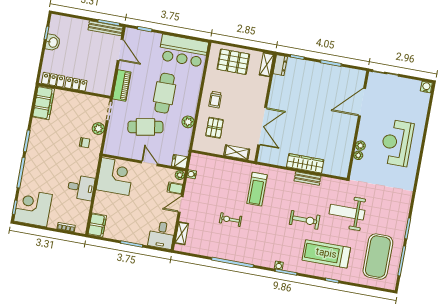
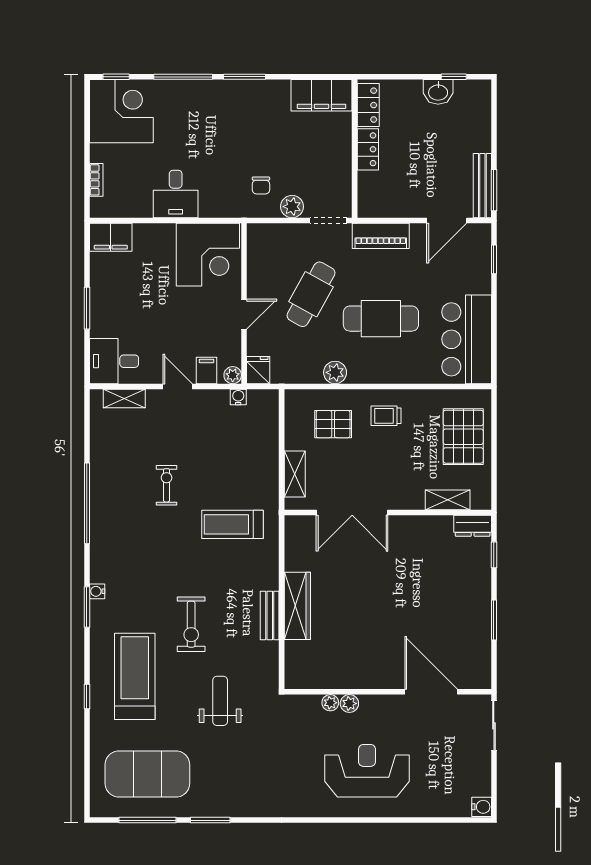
shelving: (267, 65) -> (448, 500), moved
cafe table: (145, 127) -> (311, 294), turned 39
weight bench: (347, 212) -> (220, 701), width x0.73, depth x0.75

